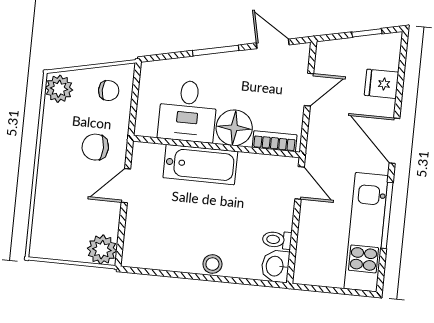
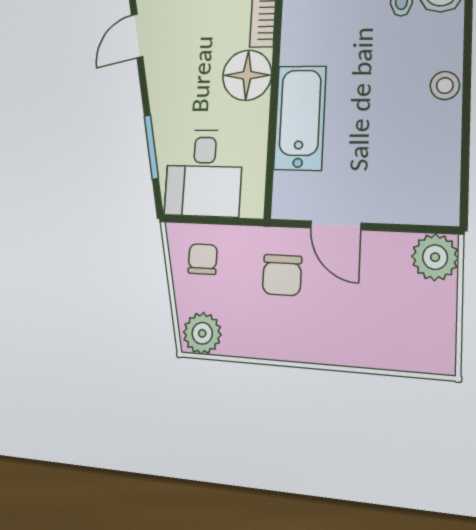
window: (216, 51) -> (151, 147), moved
desk: (188, 111) -> (204, 173), moved, turned 90

